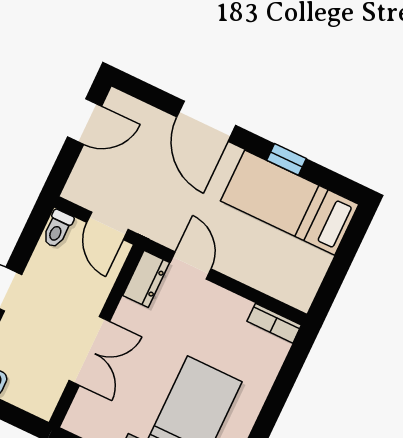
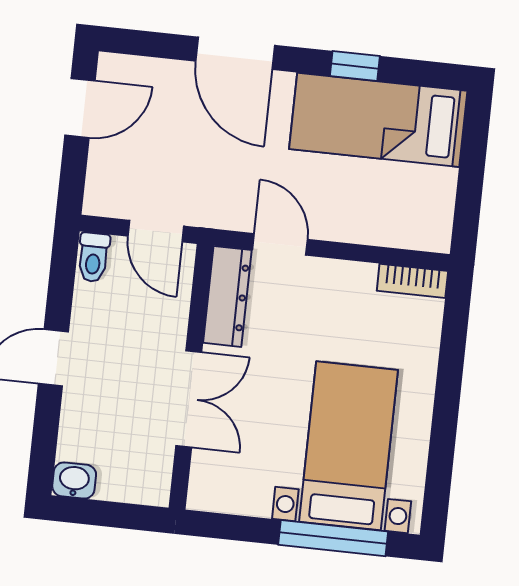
dresser: (146, 279) -> (227, 296), width x1.44

